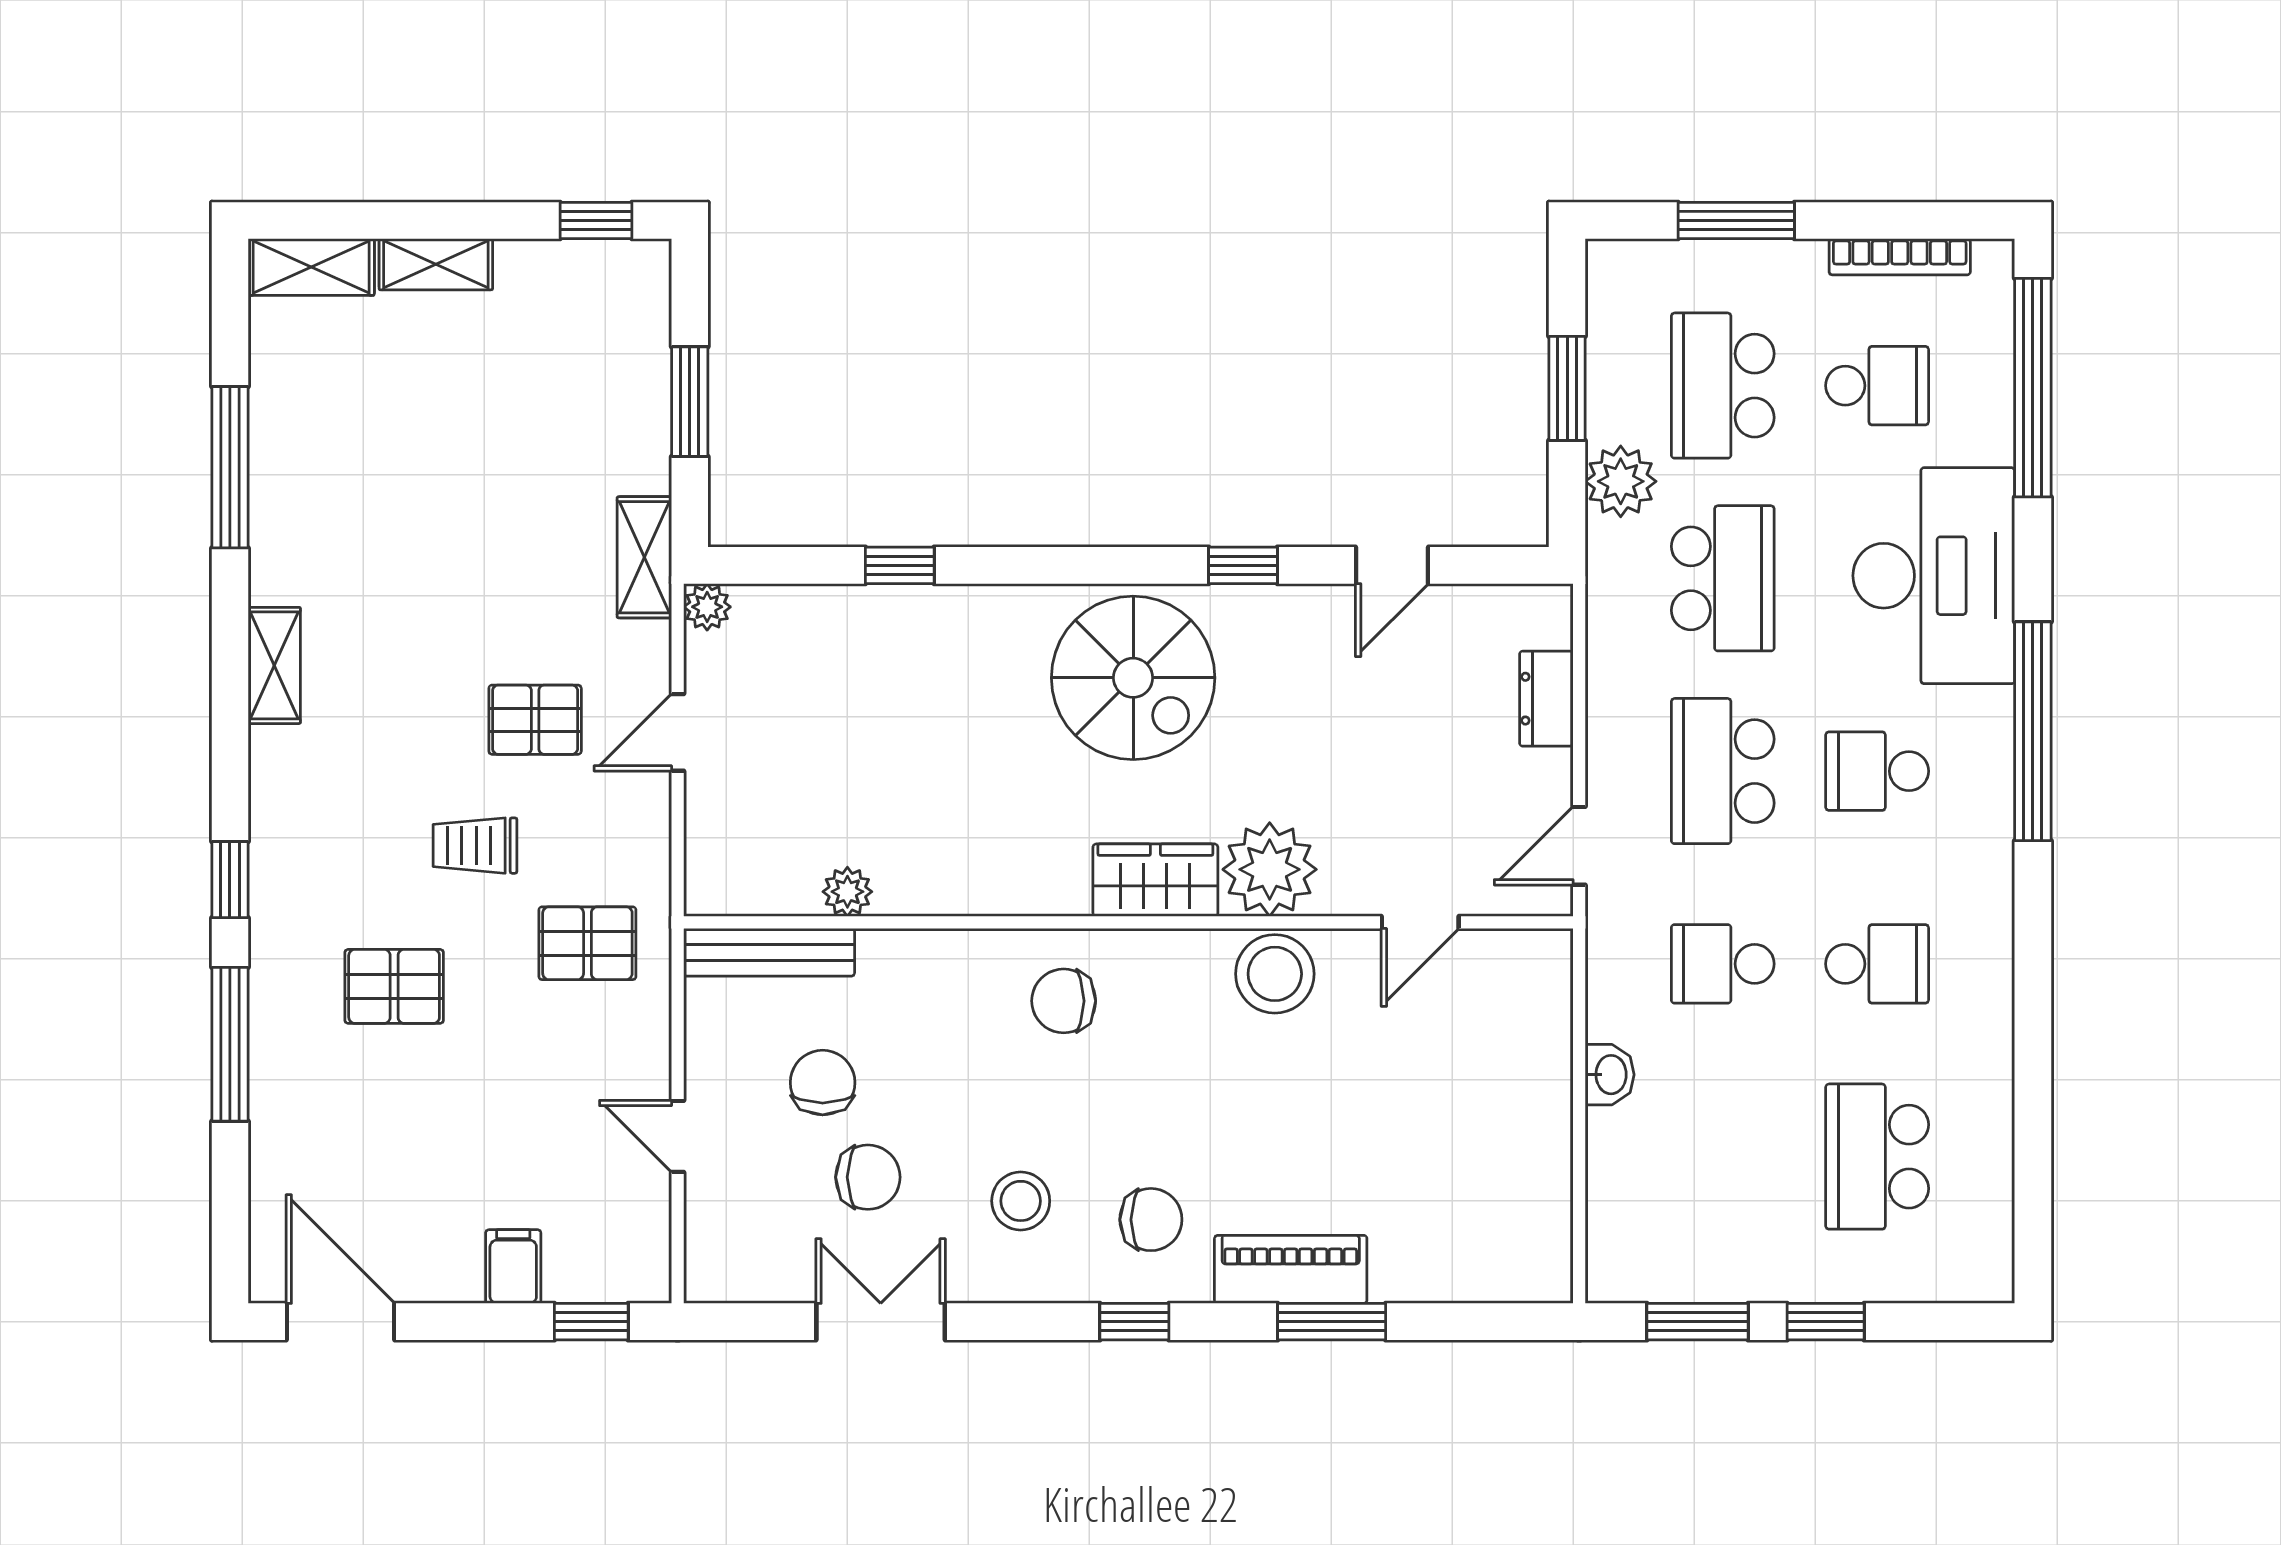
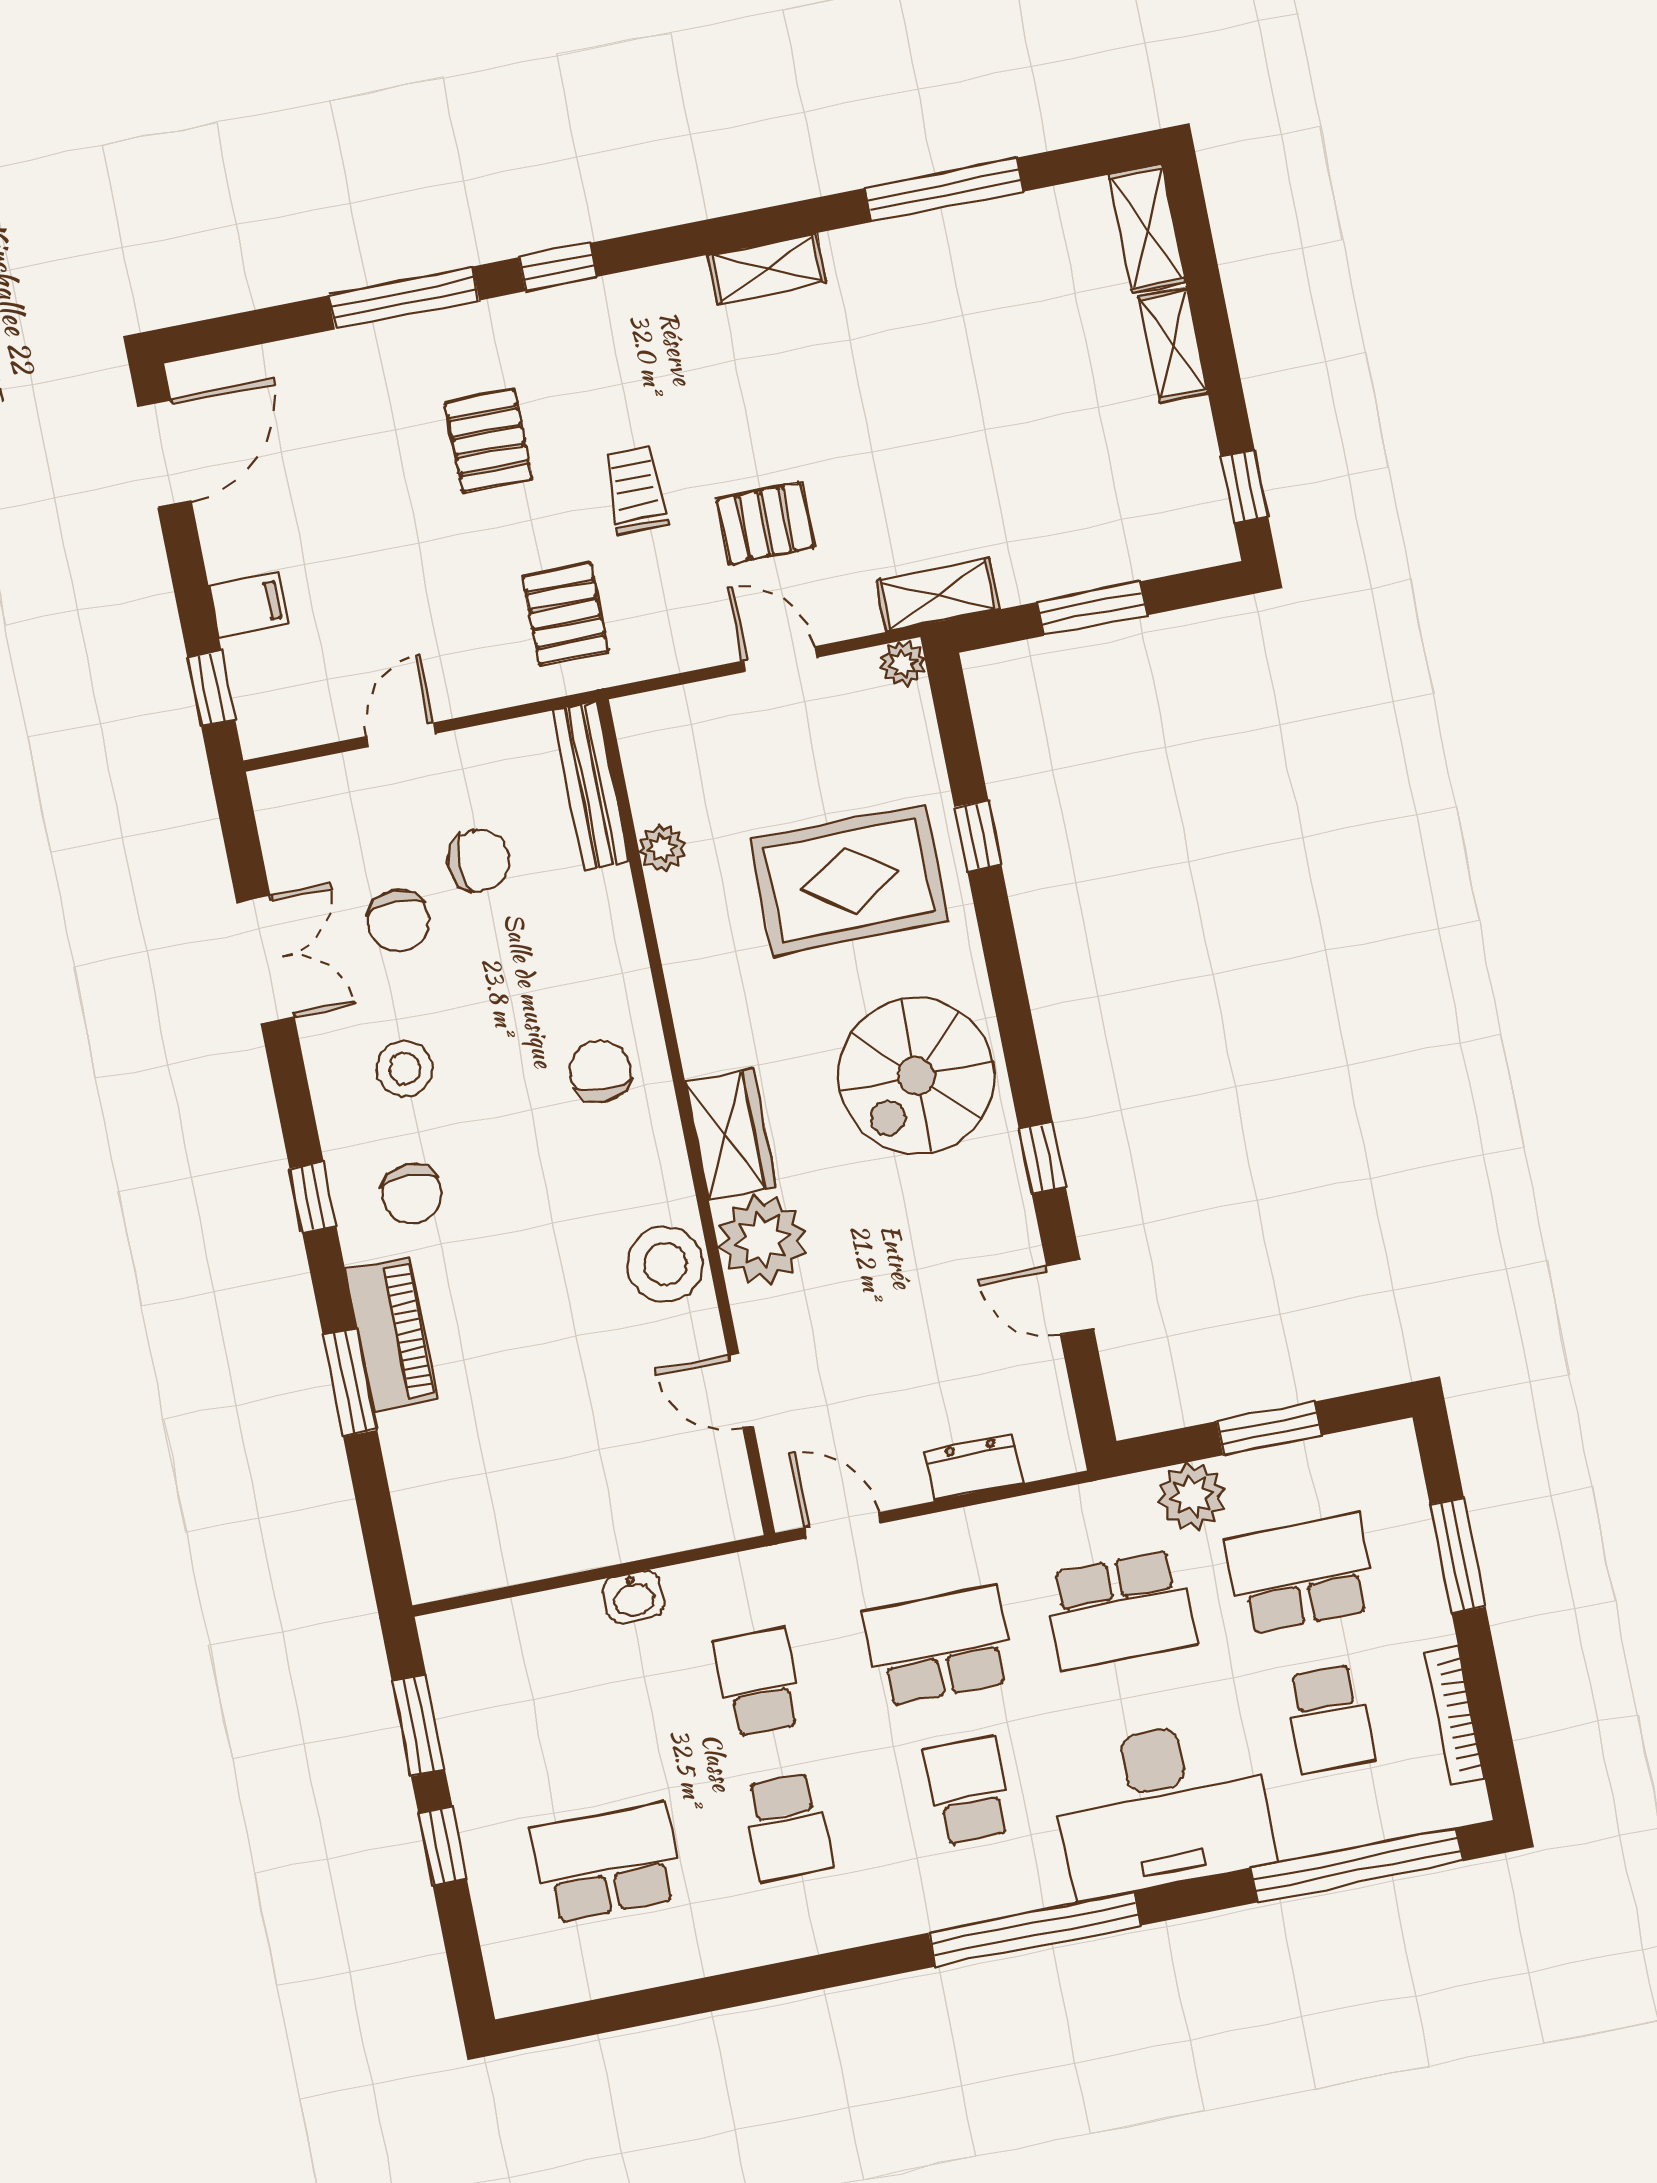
rug: (919, 706) -> (849, 880), added
pallet: (535, 720) -> (765, 523), turned 90

